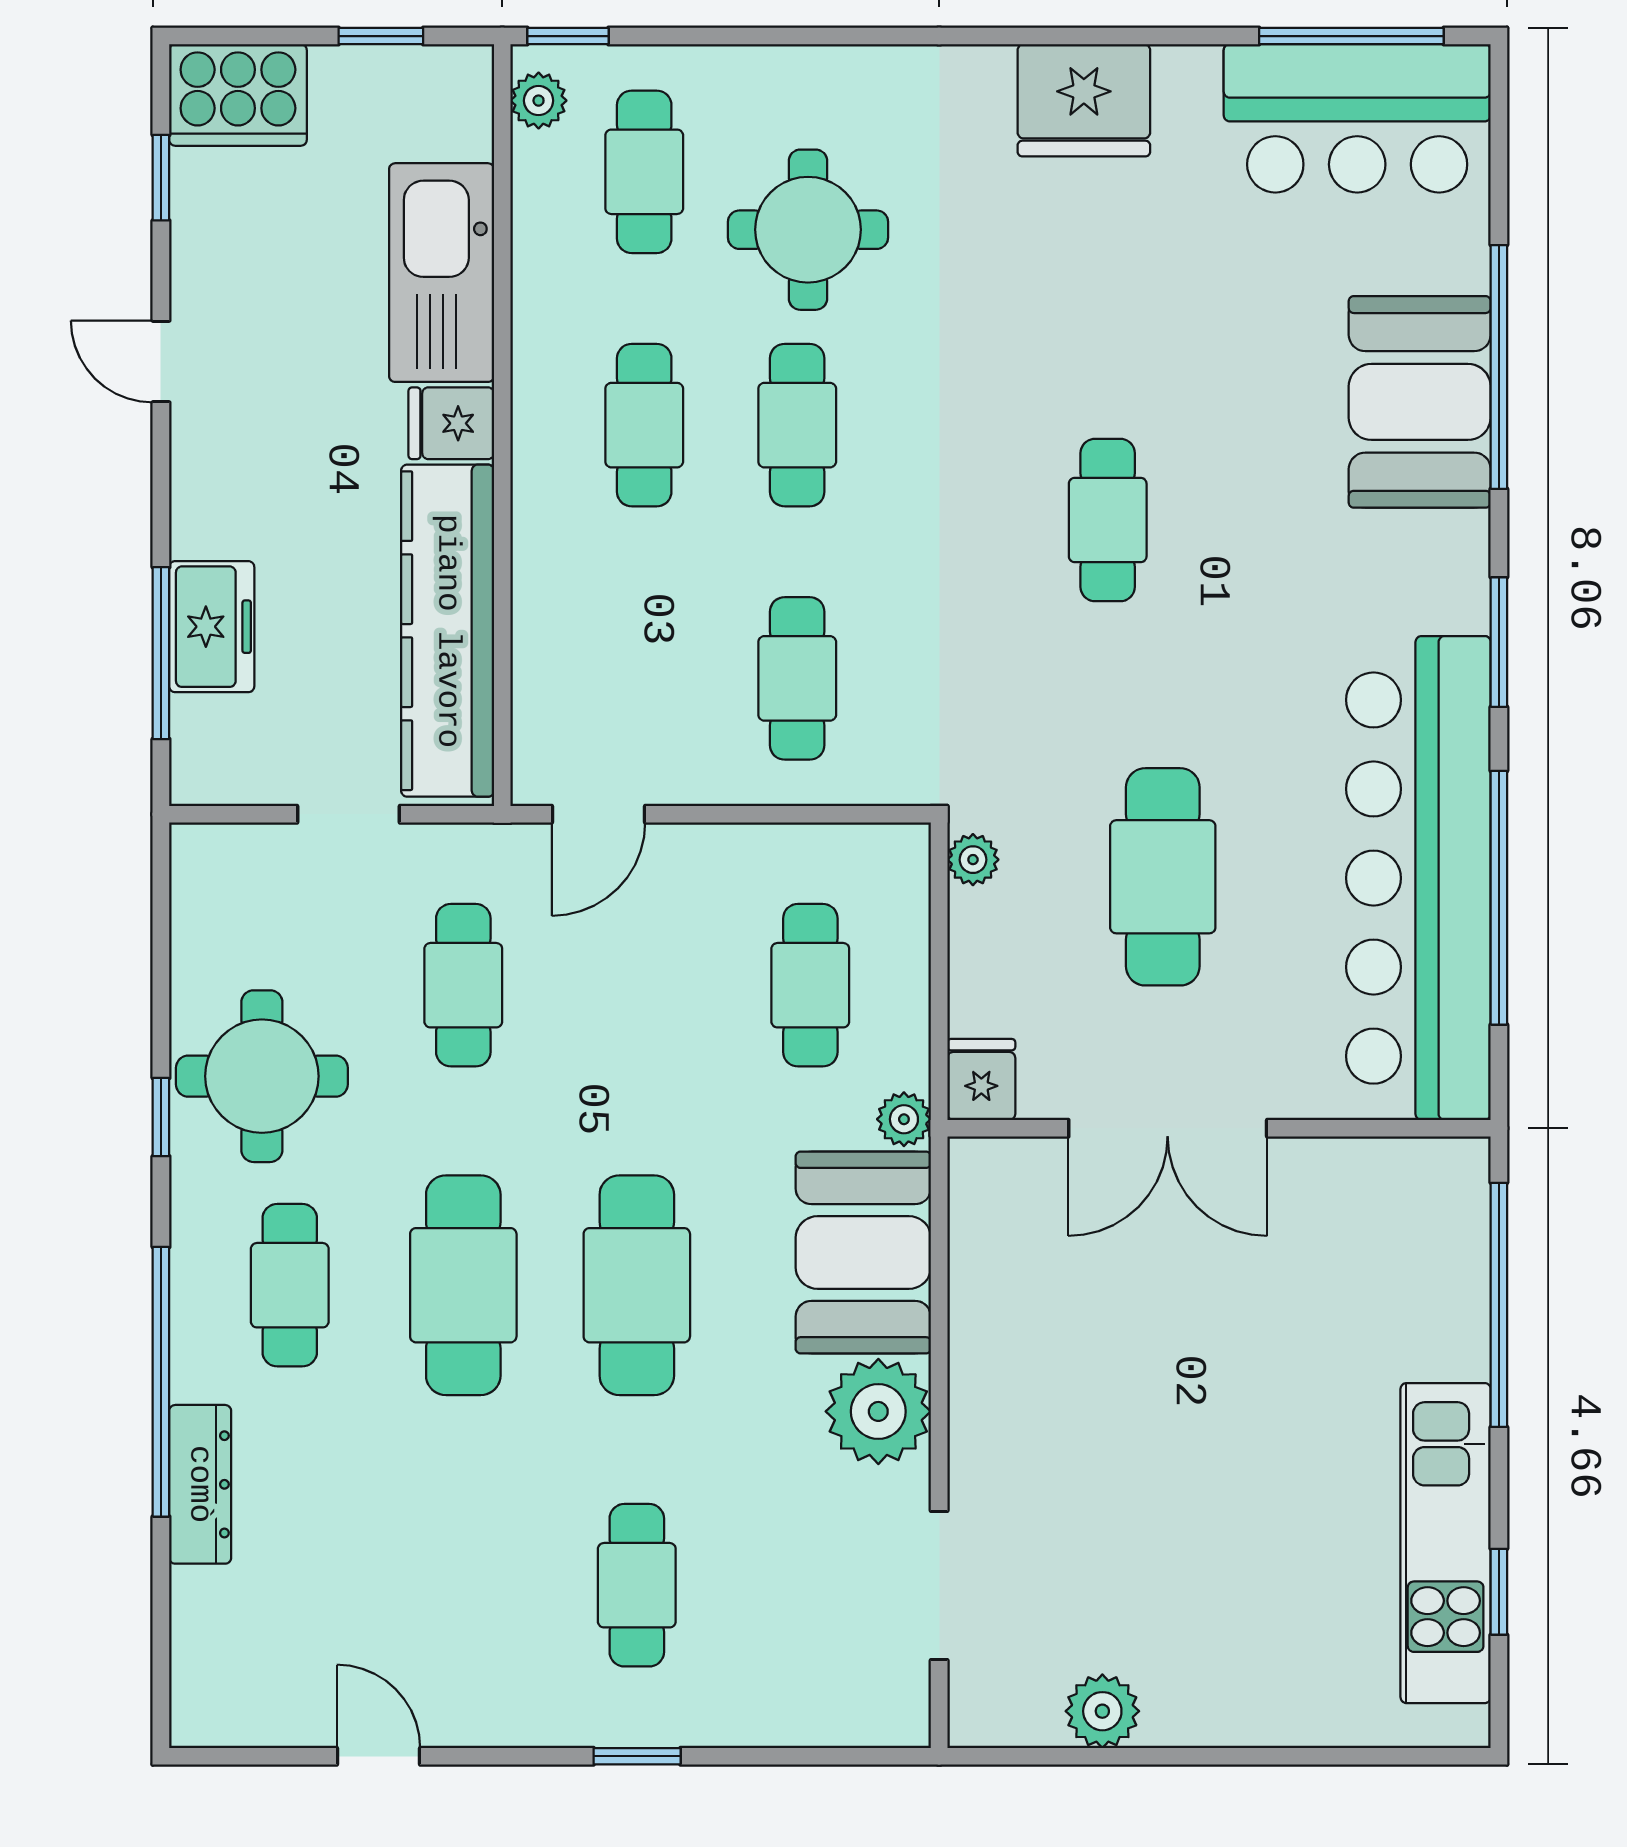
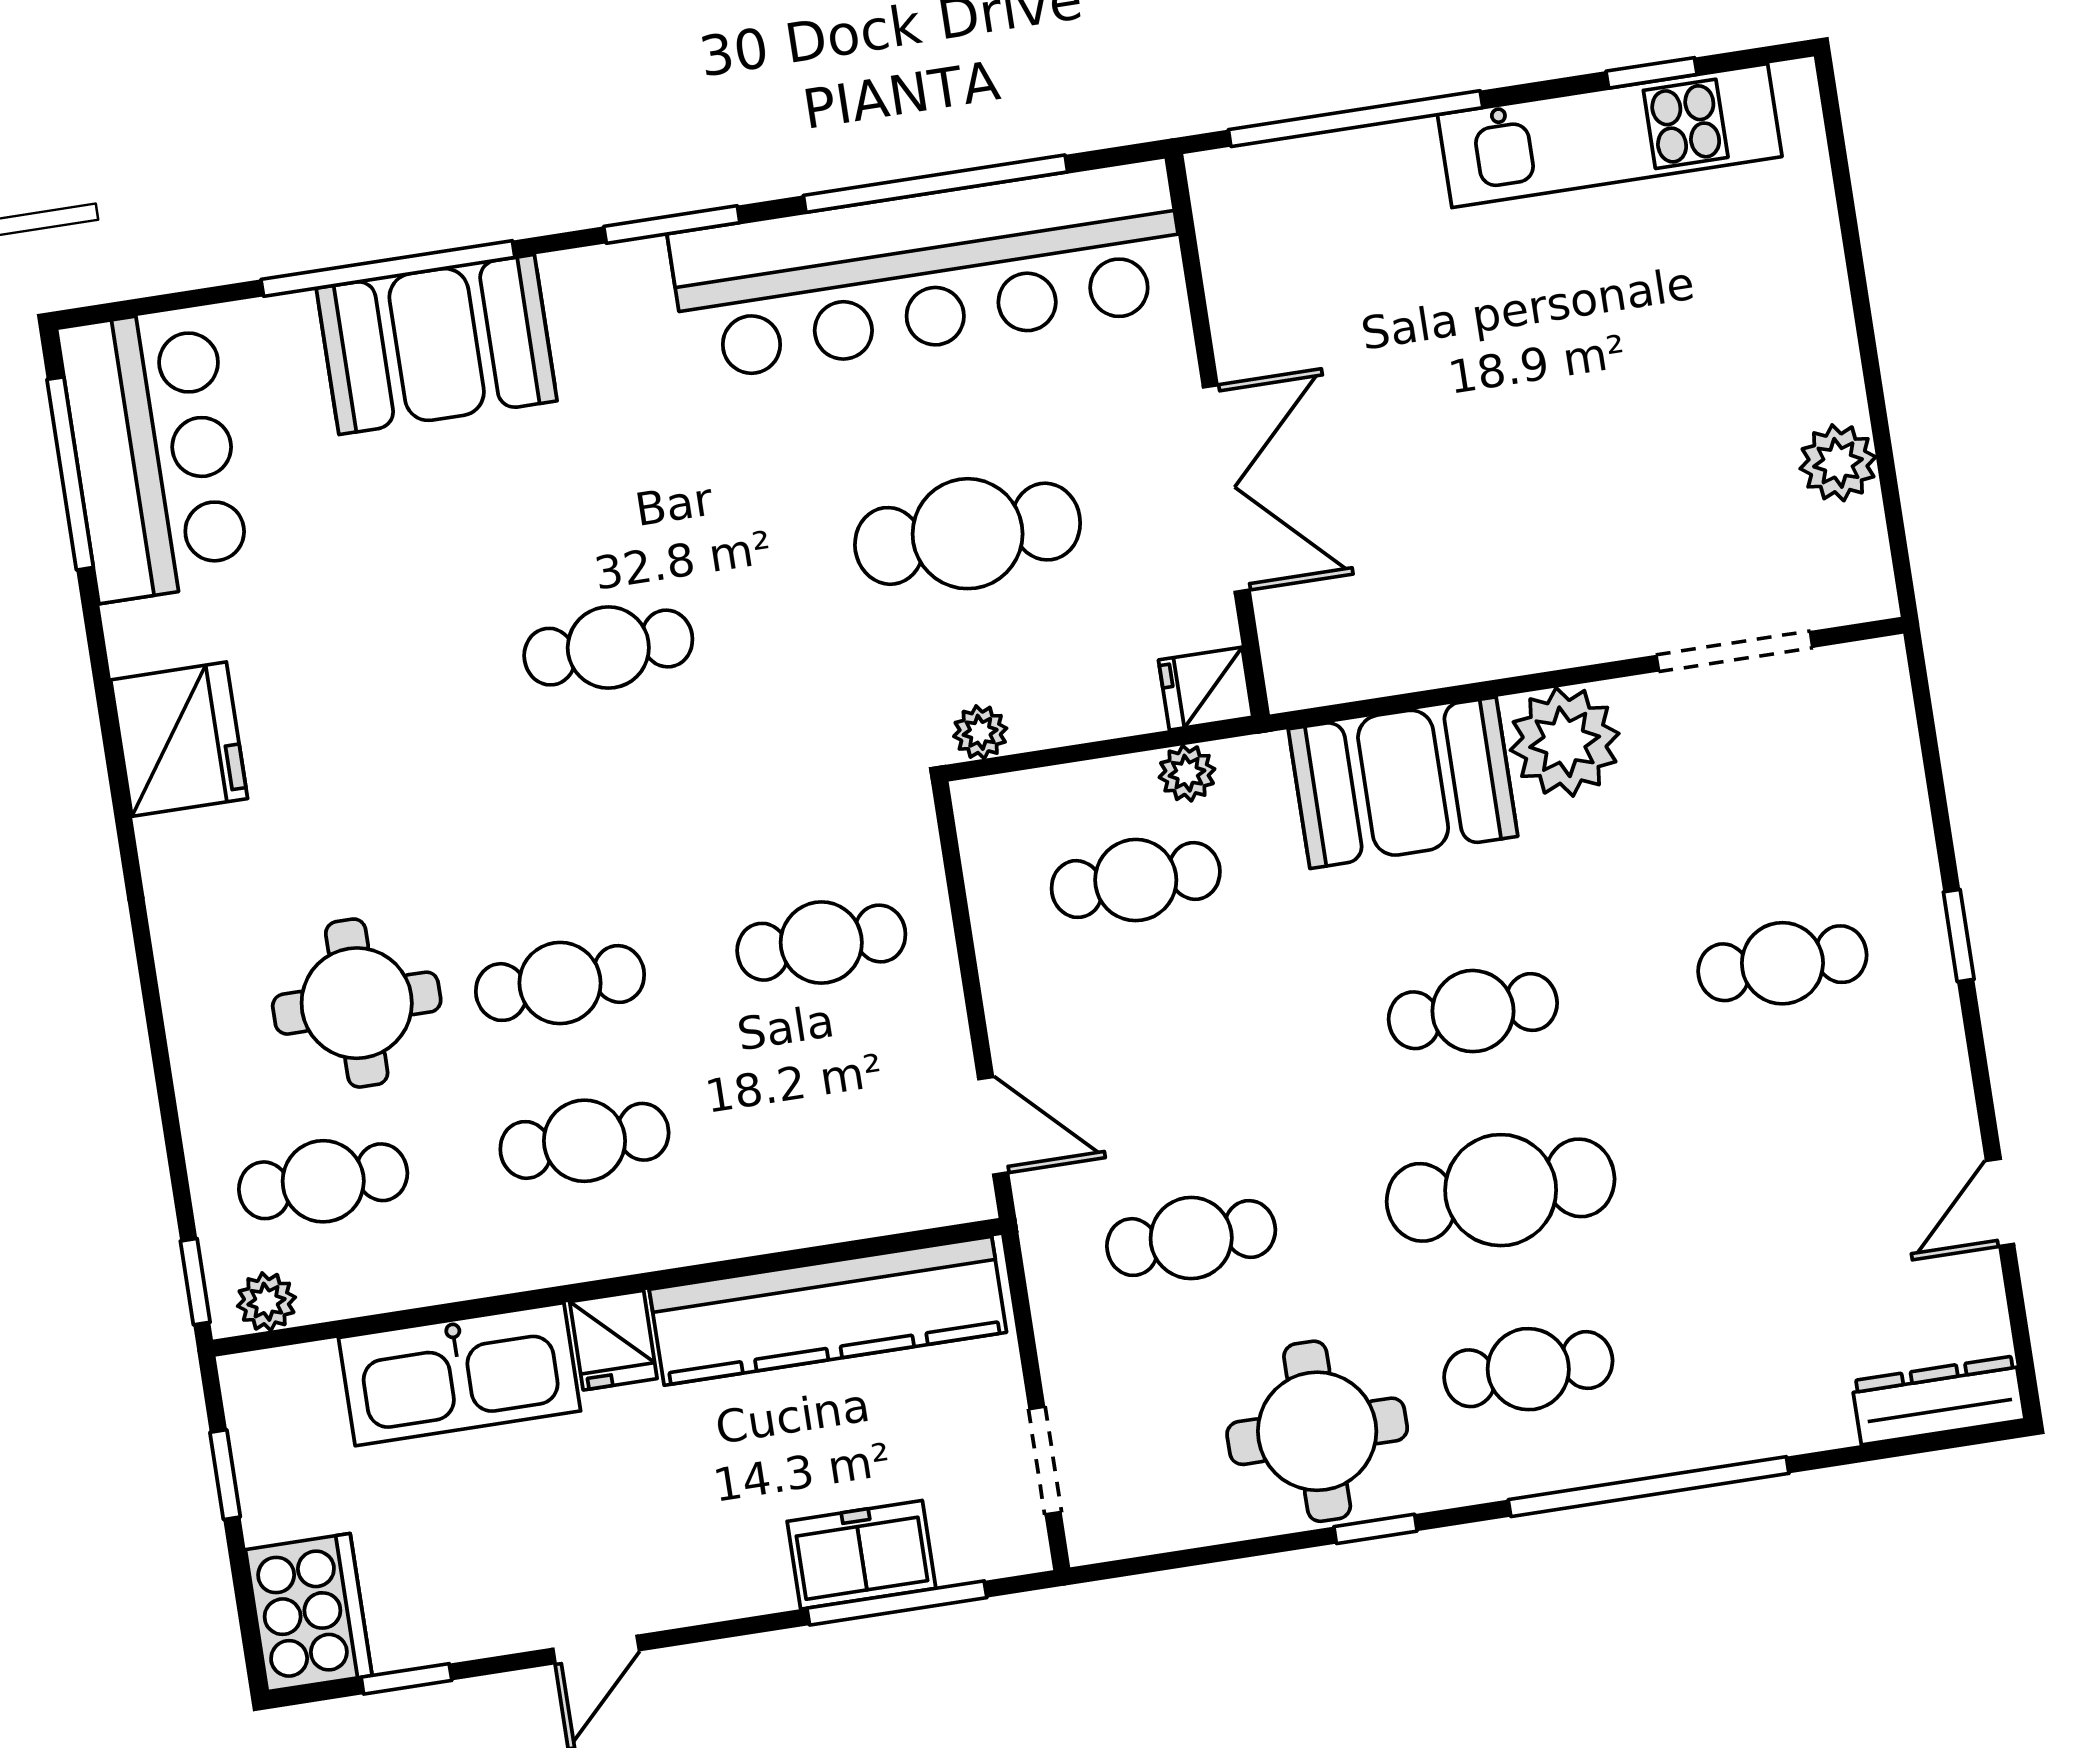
doorway: (349, 814) -> (1045, 1461), moved
plant: (904, 1119) -> (1187, 773), moved
cafe table: (637, 1285) -> (1473, 1011), width x0.73, depth x0.74
dresser: (200, 1484) -> (1938, 1400), moved

